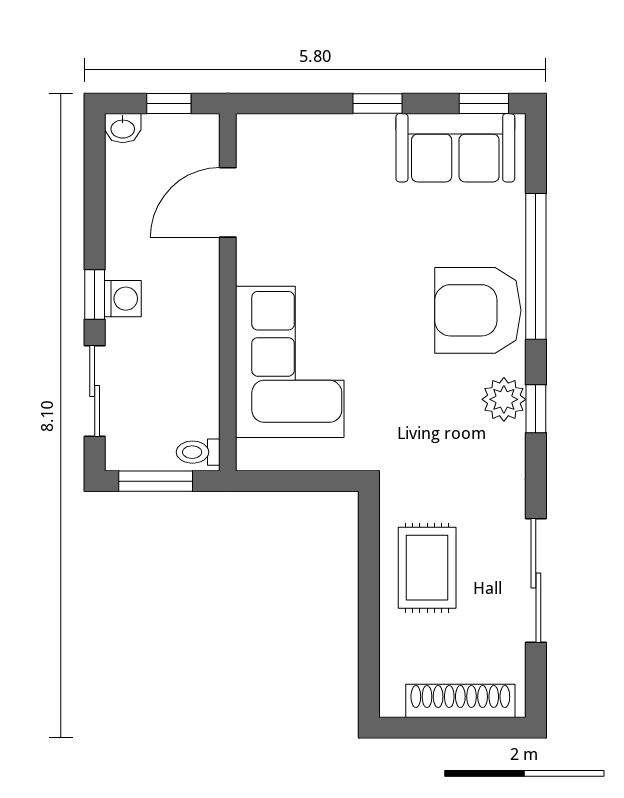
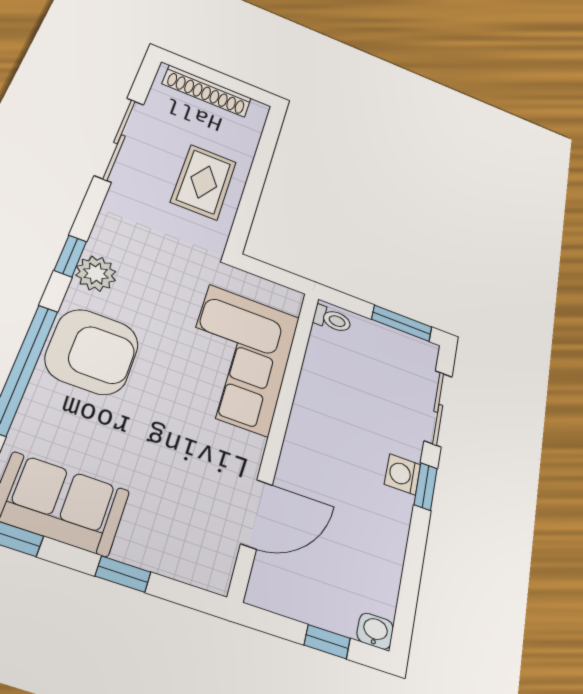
door: (228, 202) -> (257, 514), moved
wall: (228, 292) -> (277, 435), moved
corner sofa: (290, 362) -> (238, 359), moved
toilet: (198, 452) -> (332, 319), moved

